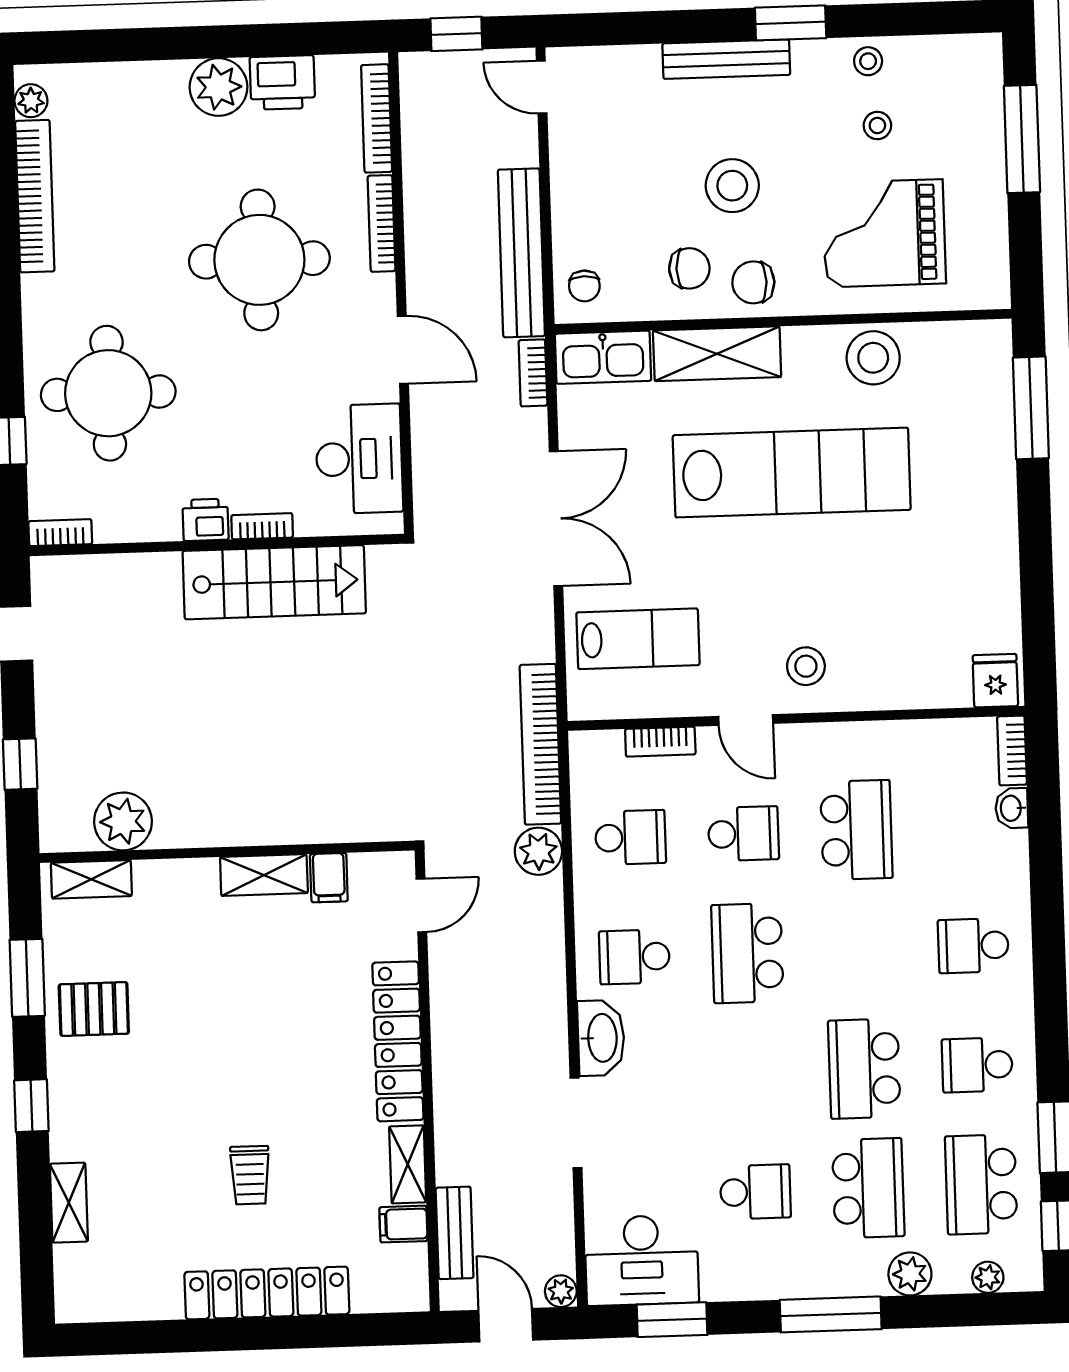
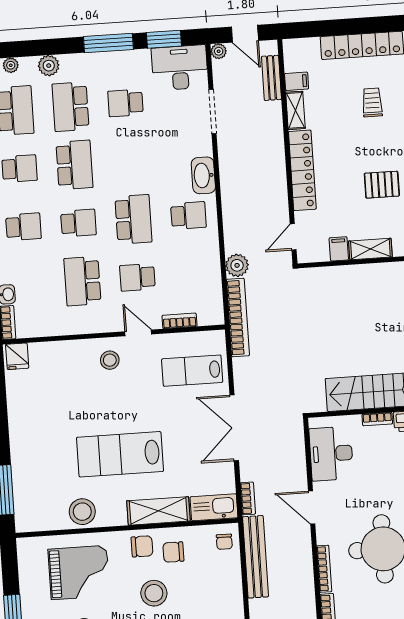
chair: (584, 286) -> (224, 542), turned 180
lab bench: (792, 473) -> (120, 454), width x0.73
school desk: (631, 837) -> (78, 223), moved, turned 180
pallet: (236, 1006) -> (382, 185), added
doorway: (576, 1123) -> (213, 111), moved
window: (831, 1314) -> (108, 43), moved

